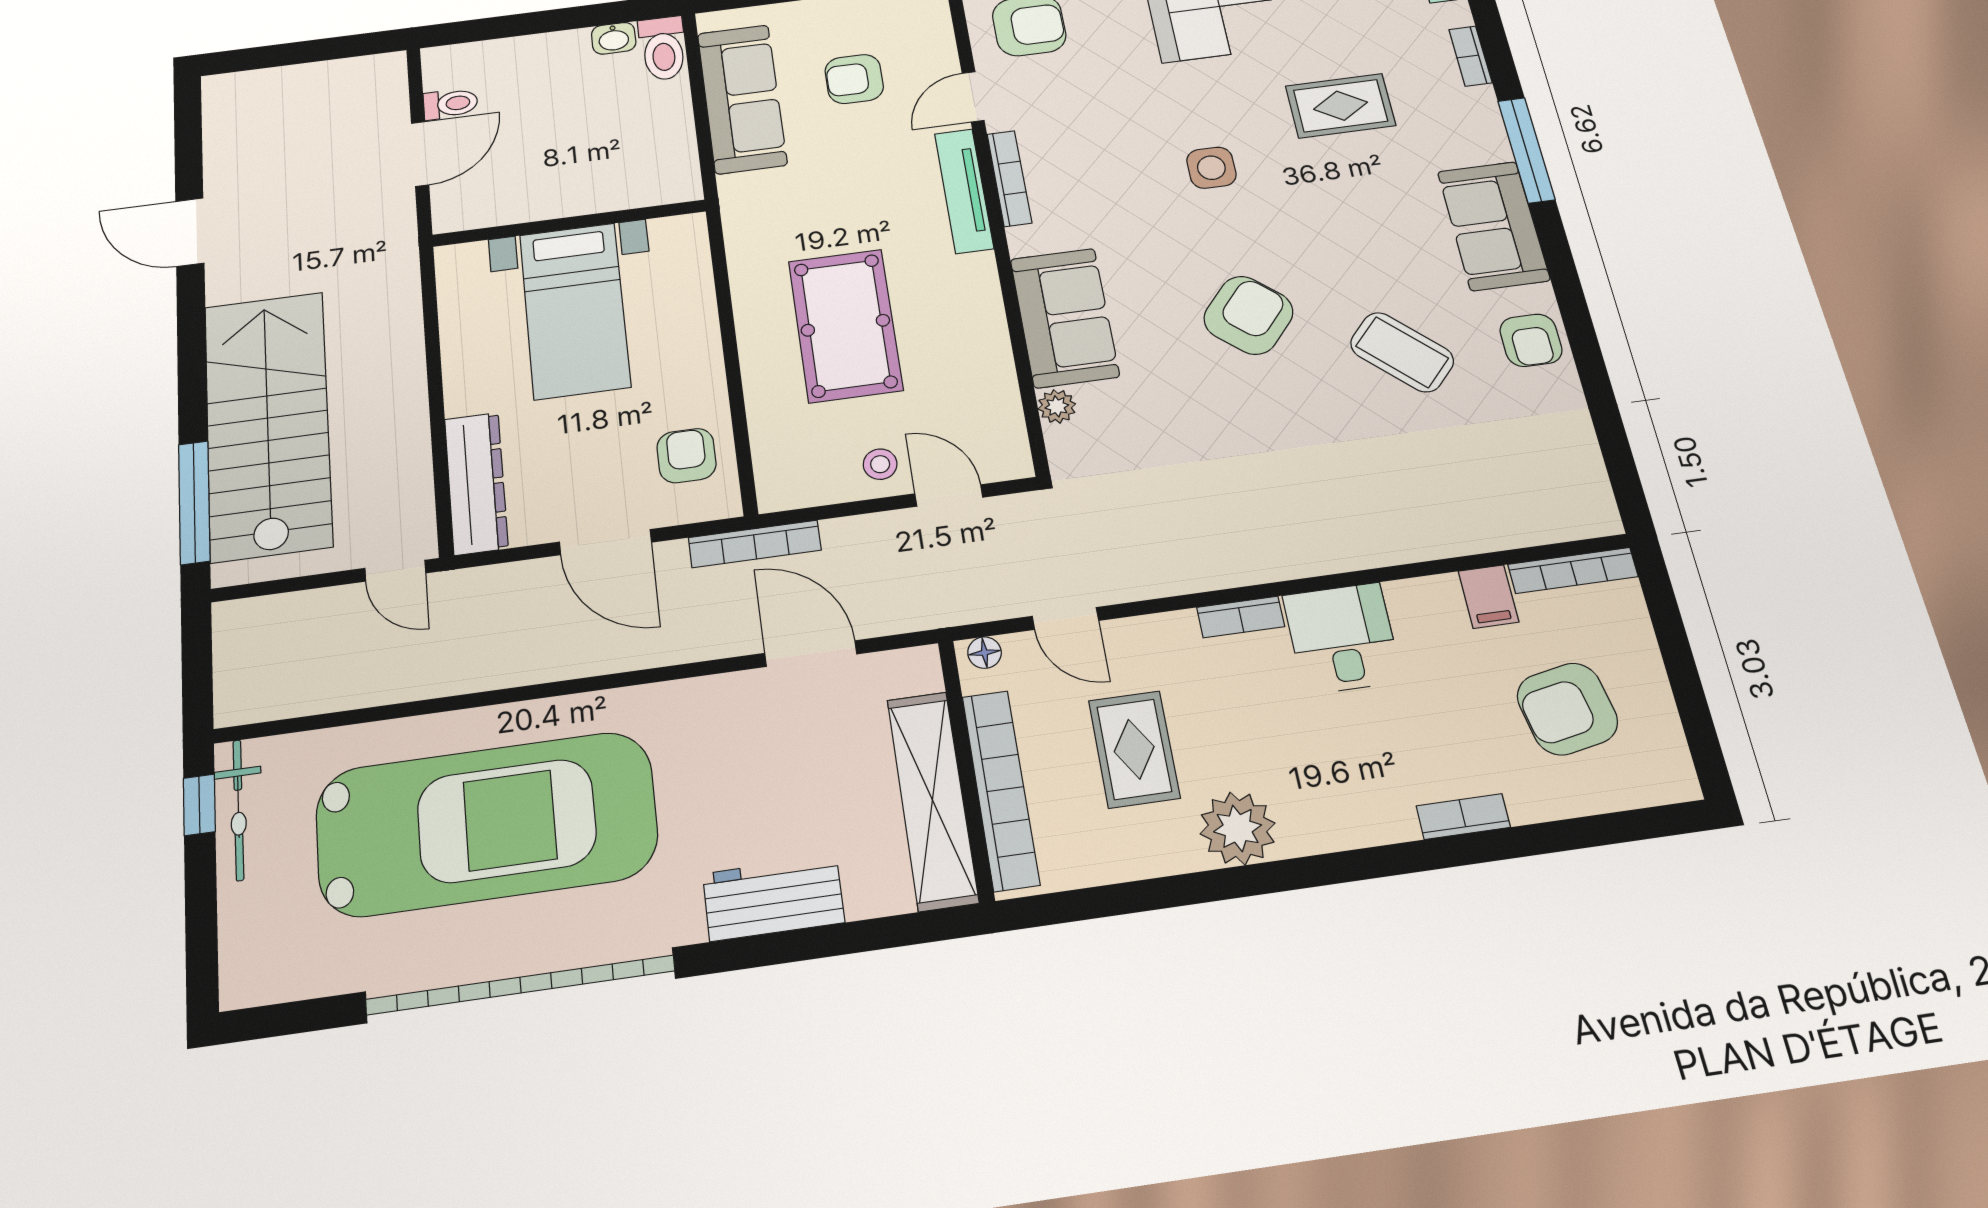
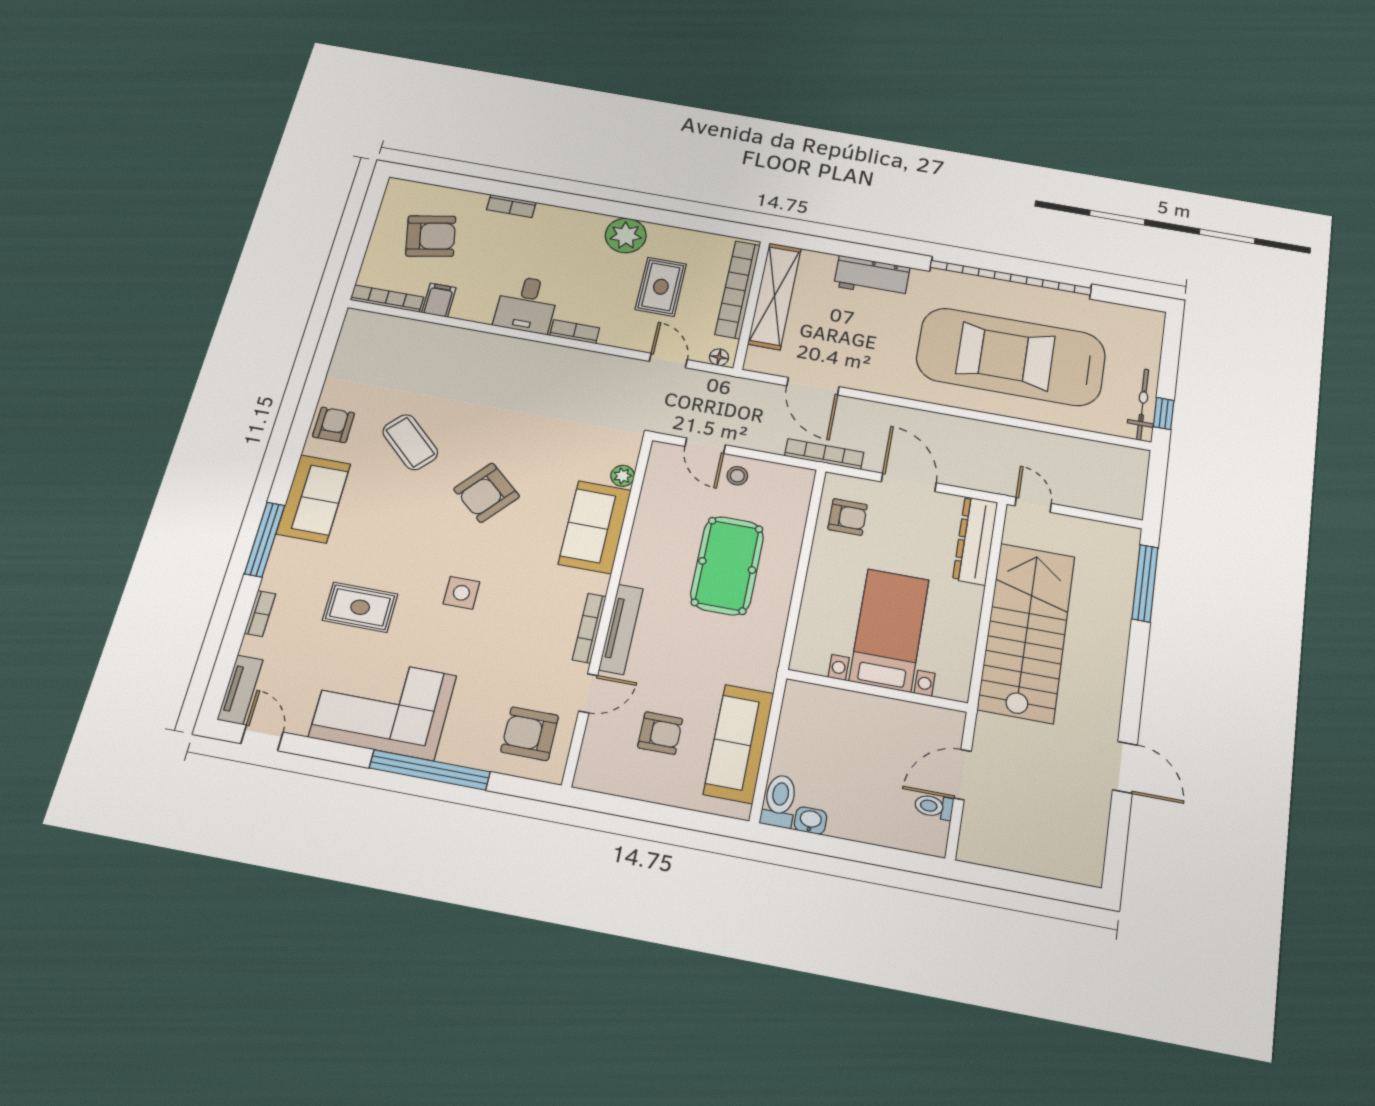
stairs: (268, 425) -> (1027, 632), moved, turned 180
armchair: (686, 456) -> (848, 517), turned -90

